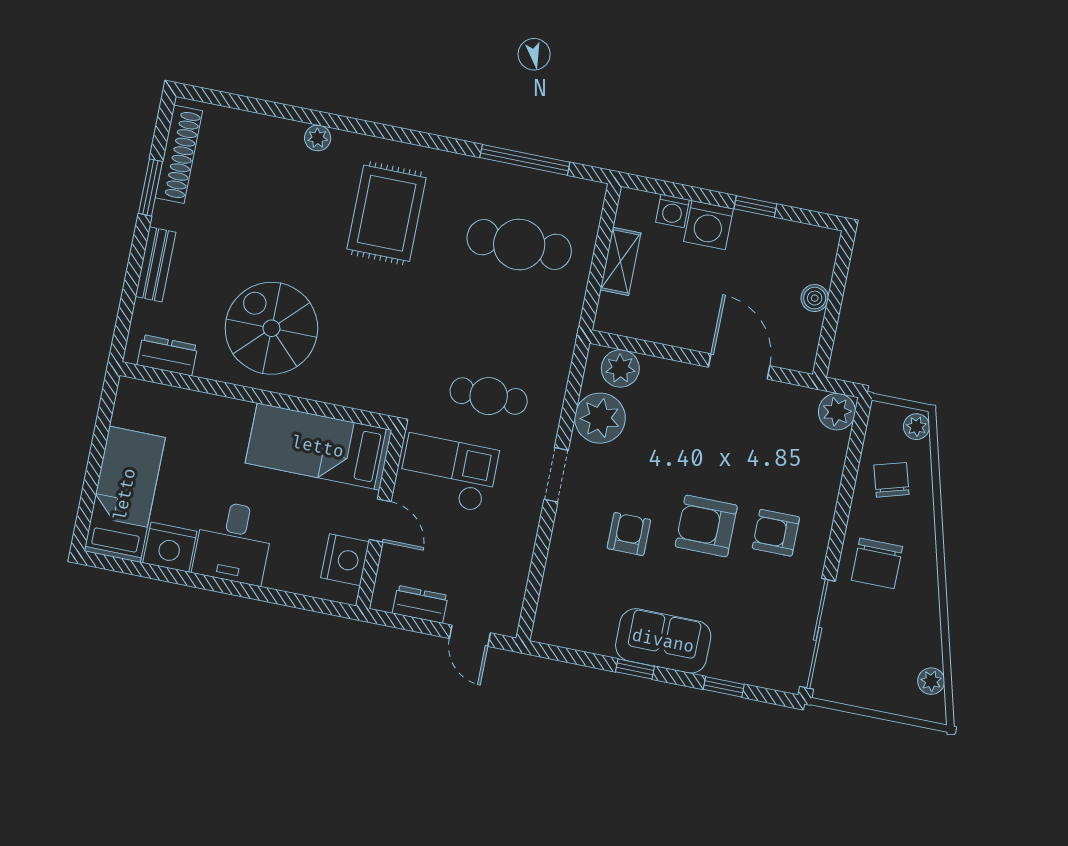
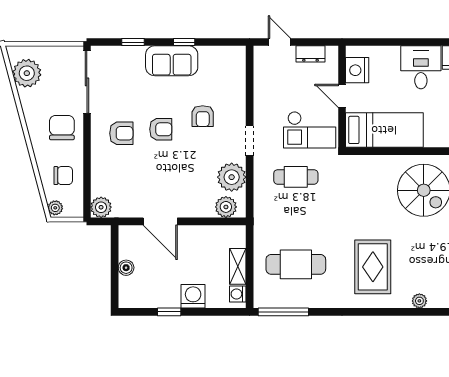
window: (525, 160) -> (283, 312), moved
washing machine: (672, 211) -> (238, 294), moved, turned -90
chair: (891, 480) -> (63, 176), turned -74
armchair: (706, 526) -> (161, 129), width x0.72, depth x0.72
plant: (931, 681) -> (27, 73), width x1.87, depth x1.87

